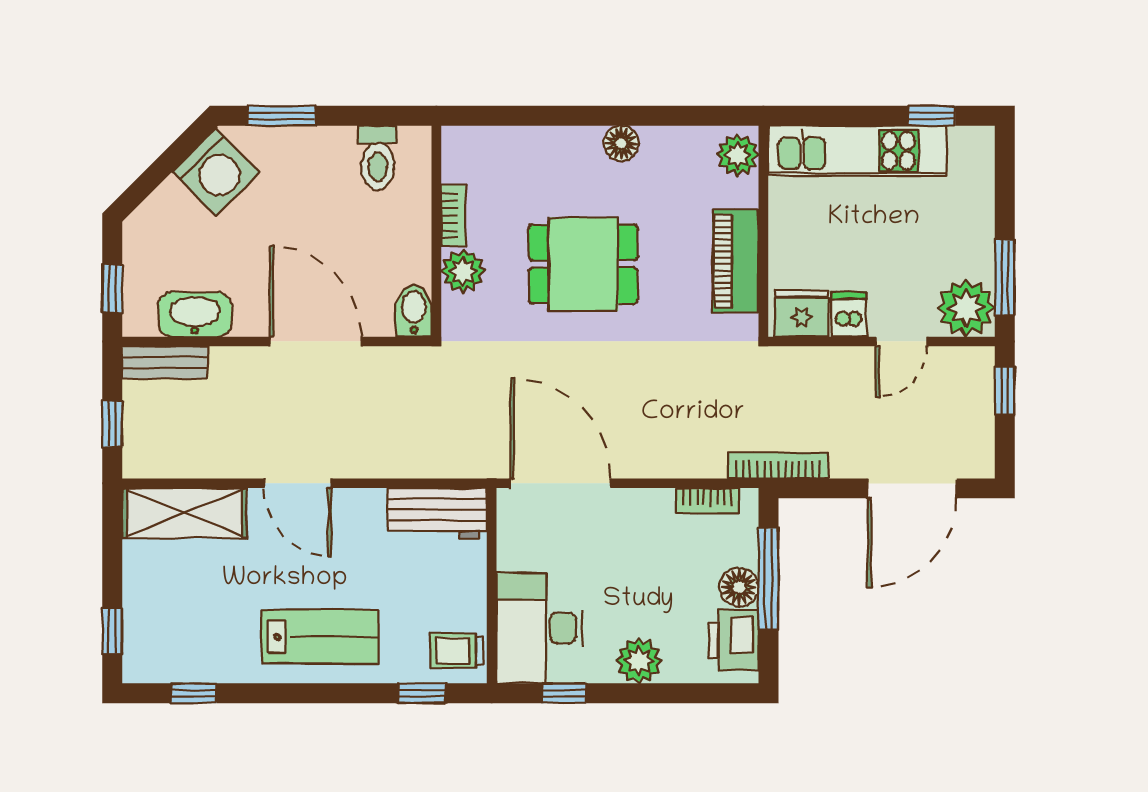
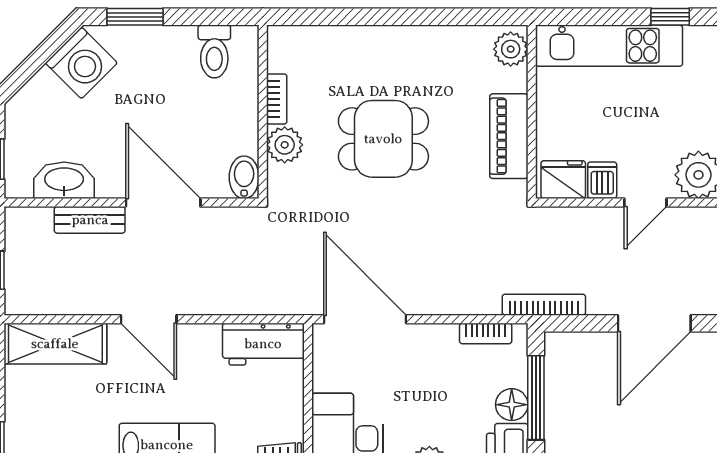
floor lamp: (621, 143) -> (415, 39), removed
bench: (165, 363) -> (90, 220), moved

